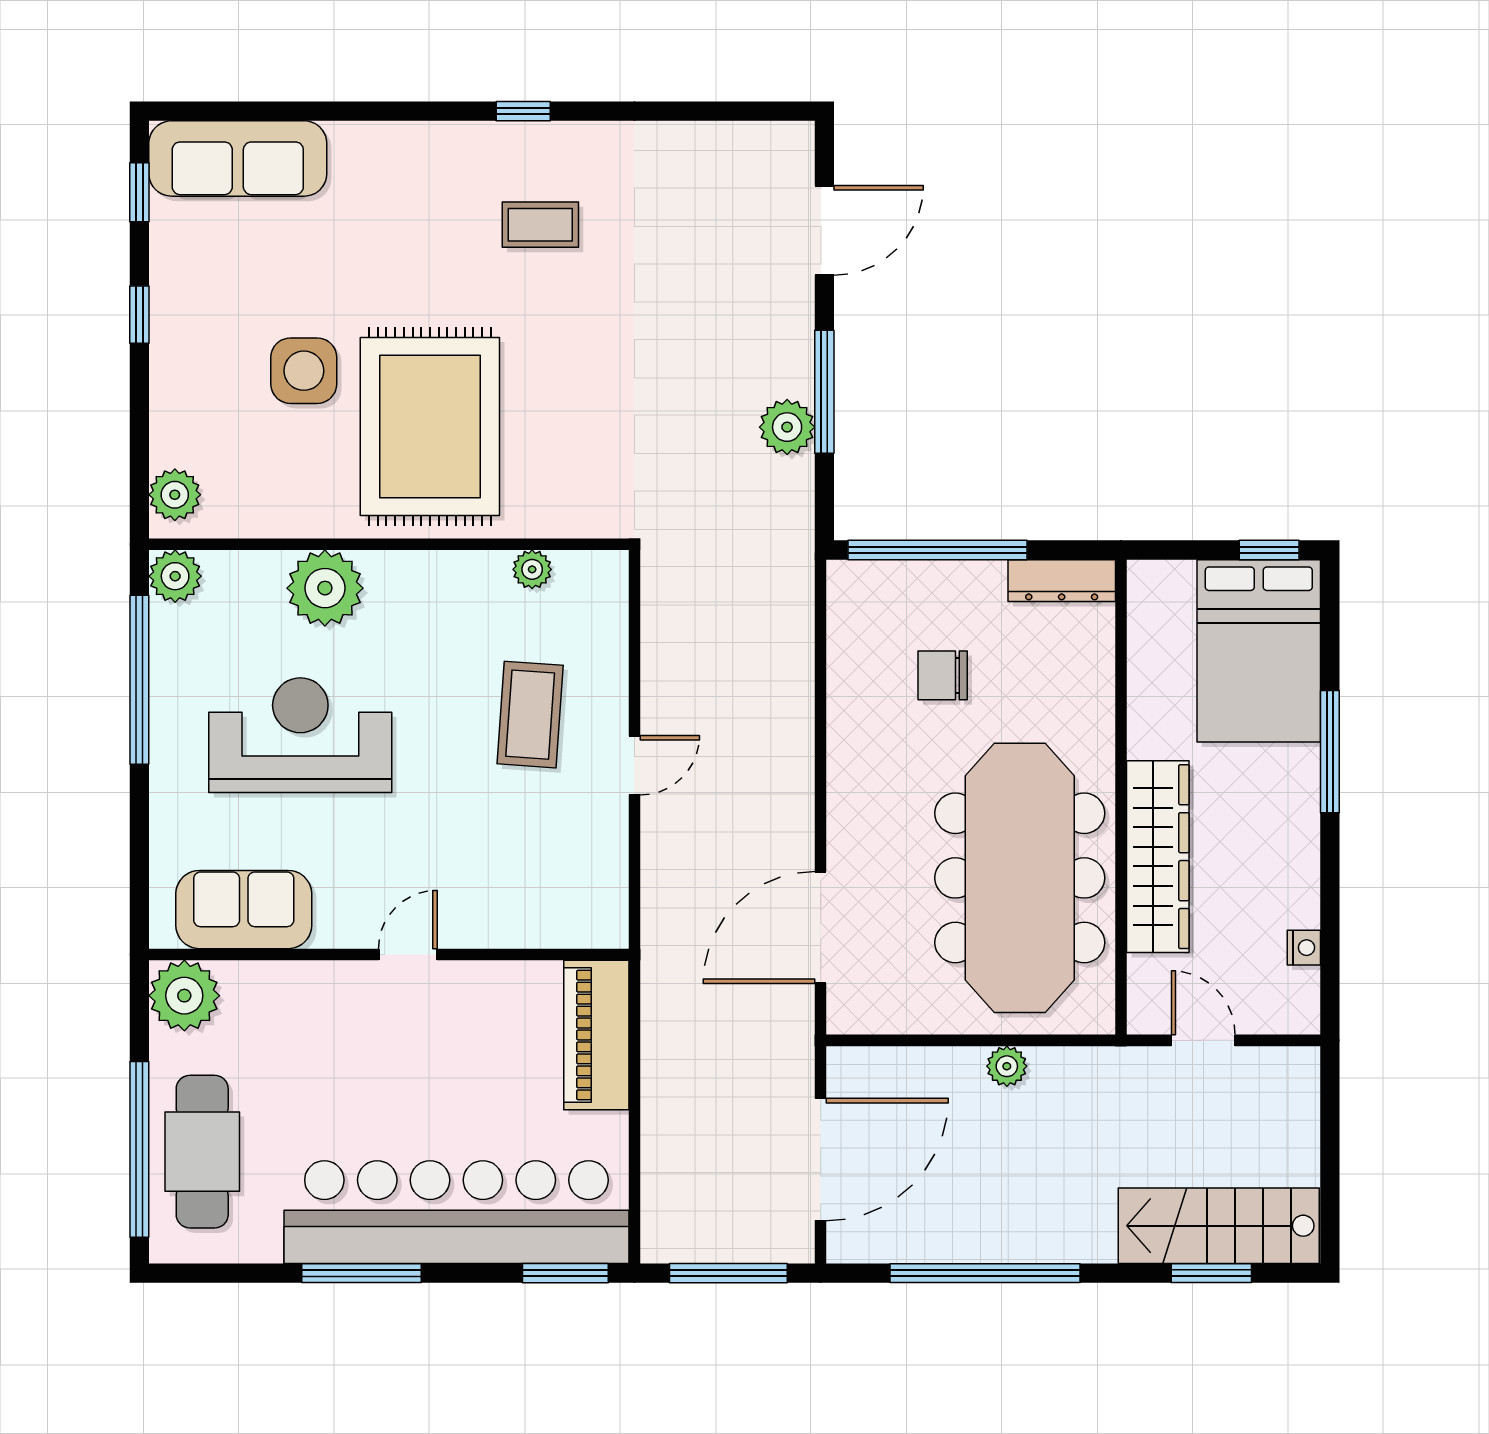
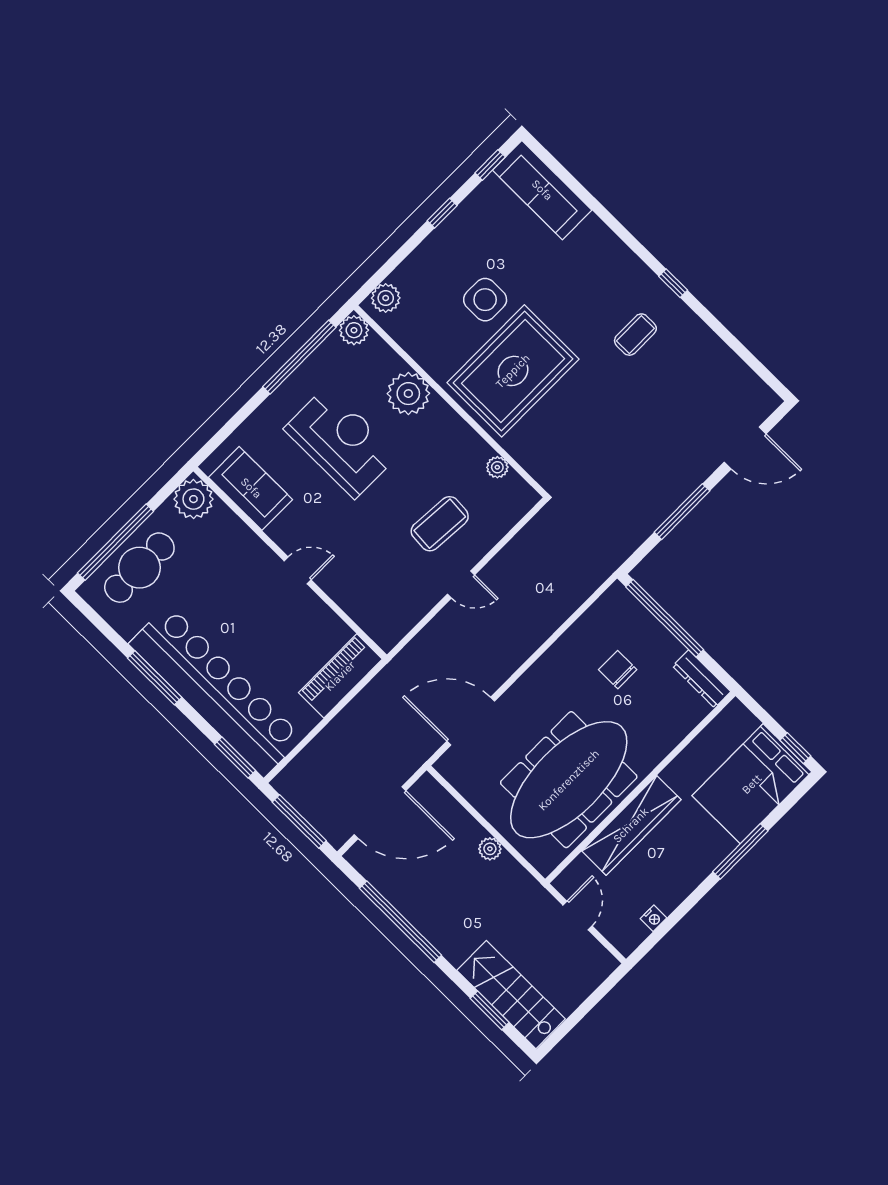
coffee table: (540, 225) -> (635, 335), turned 90
plant: (787, 427) -> (653, 511), removed

